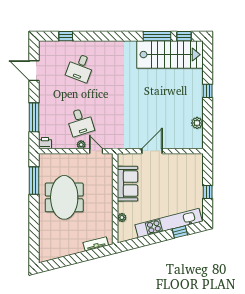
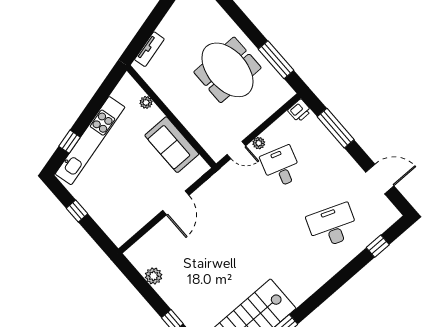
desk: (80, 68) -> (332, 226), width x1.37
desk: (80, 122) -> (281, 167), turned 36

